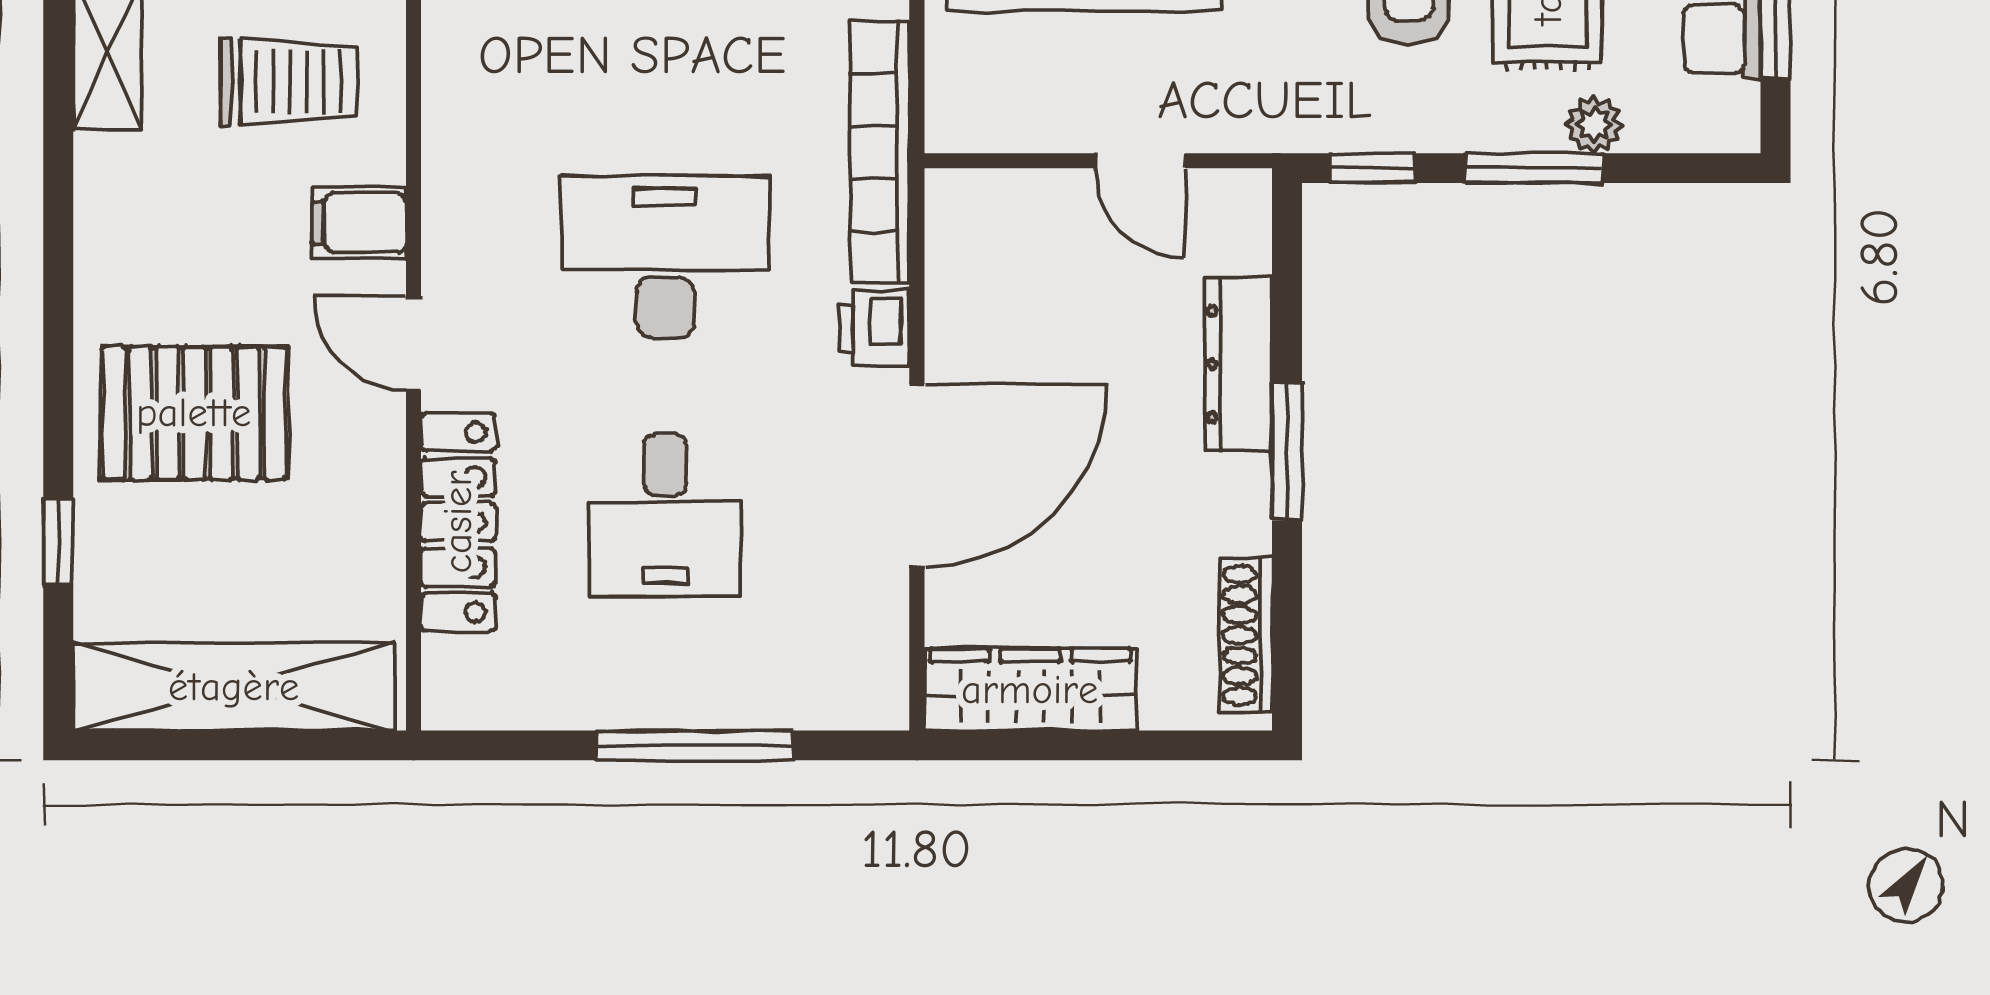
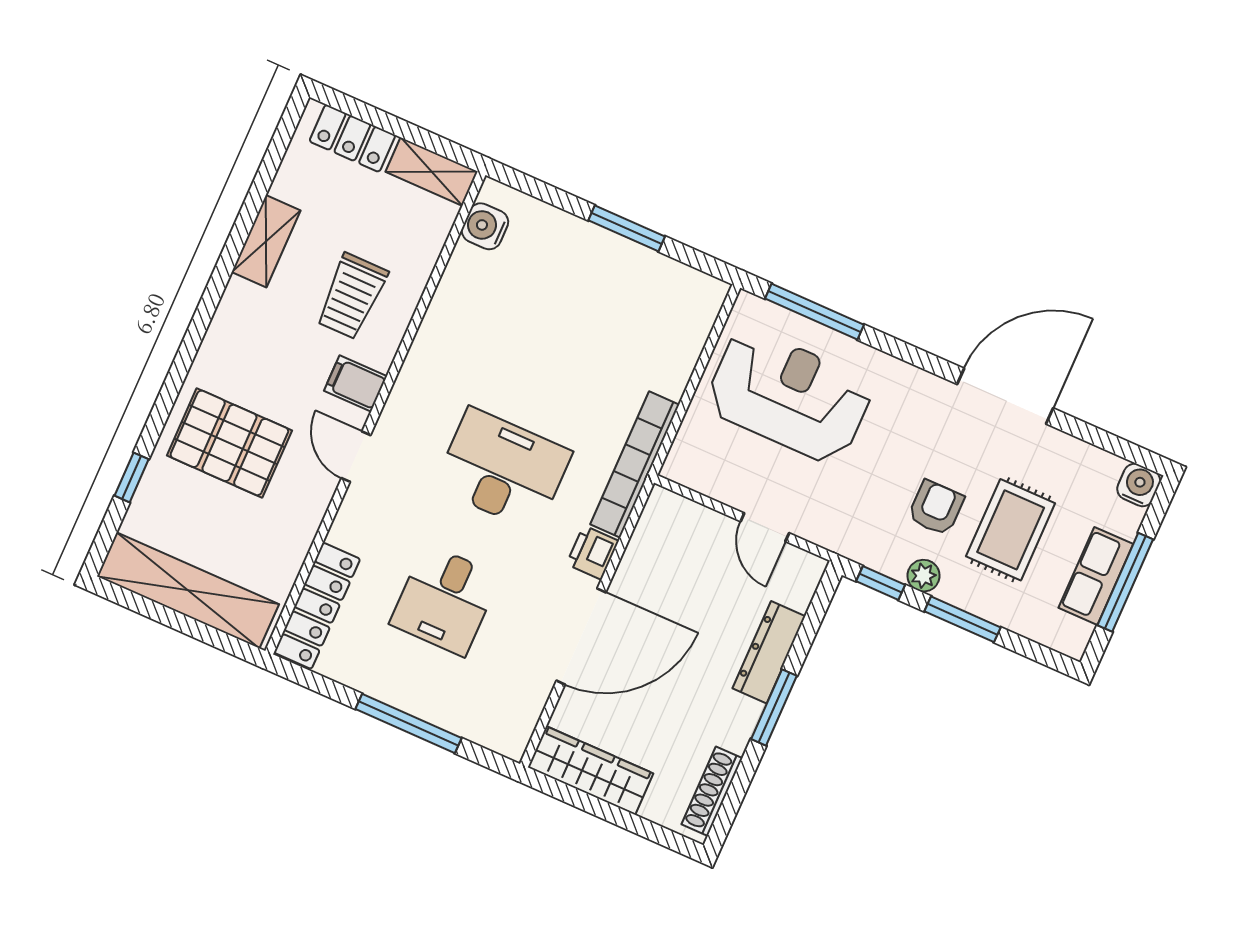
trolley: (289, 82) -> (352, 296), turned 90
plant: (1594, 124) -> (923, 576), moved
locker: (458, 522) -> (317, 606), moved

